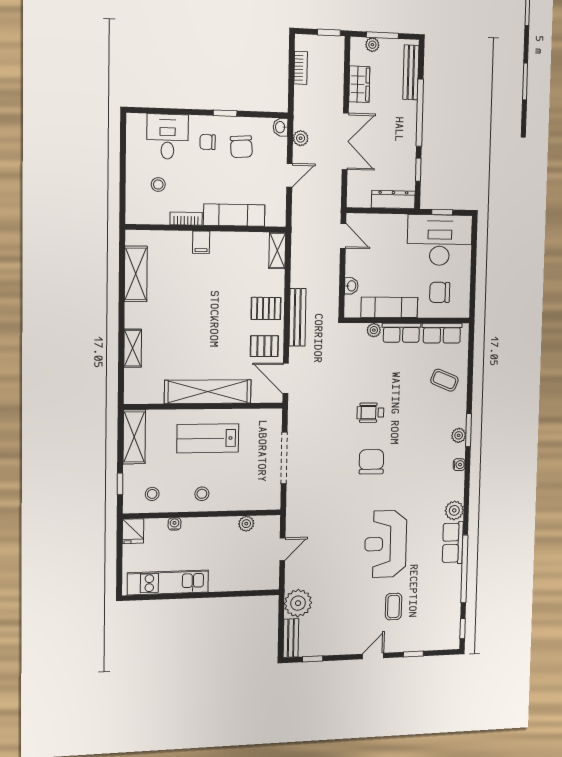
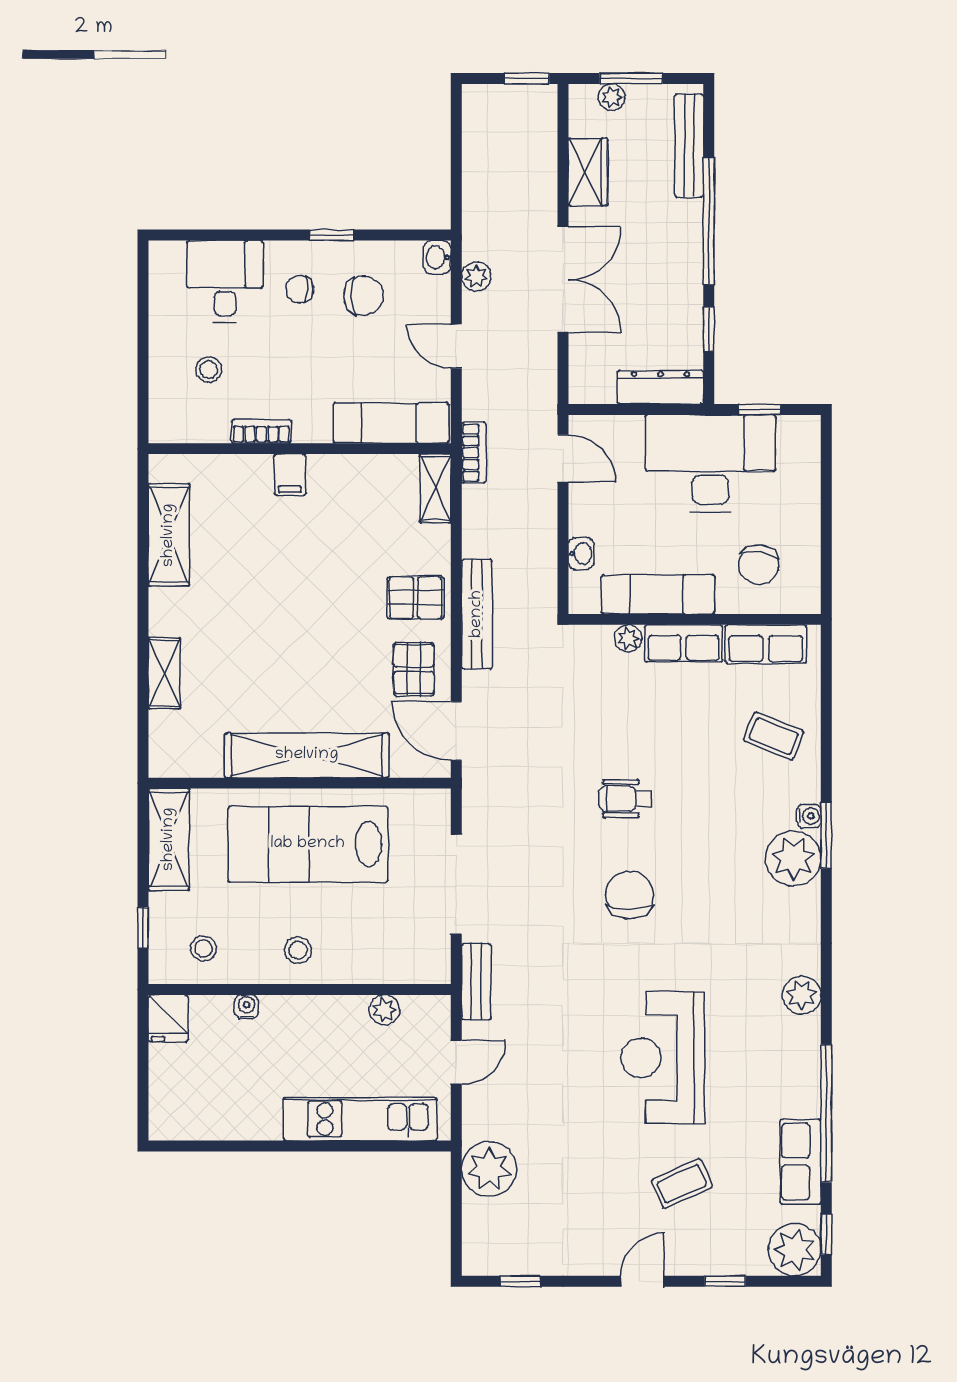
bookcase: (301, 68) -> (474, 453), moved
chair: (241, 147) -> (363, 296), turned -89
door: (289, 175) -> (456, 346), swing flipped
exam couch: (234, 215) -> (391, 423), moved
desk: (440, 240) -> (710, 463), moved
chair: (440, 292) -> (759, 565), turned -83
pallet: (264, 346) -> (414, 669), turned 90
plant: (459, 435) -> (793, 858), width x1.87, depth x1.87
lab bench: (208, 438) -> (308, 844), width x1.36, depth x1.39
water cooler: (459, 465) -> (809, 816), moved
row of seats: (453, 543) -> (801, 1162), moved
kitchen unit: (168, 582) -> (360, 1119), moved
coffee table: (394, 607) -> (682, 1184), turned 66
plant: (447, 637) -> (795, 1250), added
bench: (291, 638) -> (476, 981), moved

